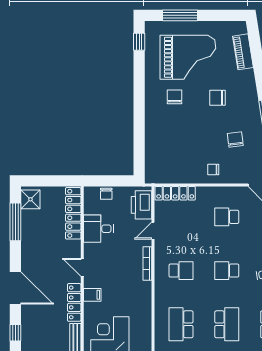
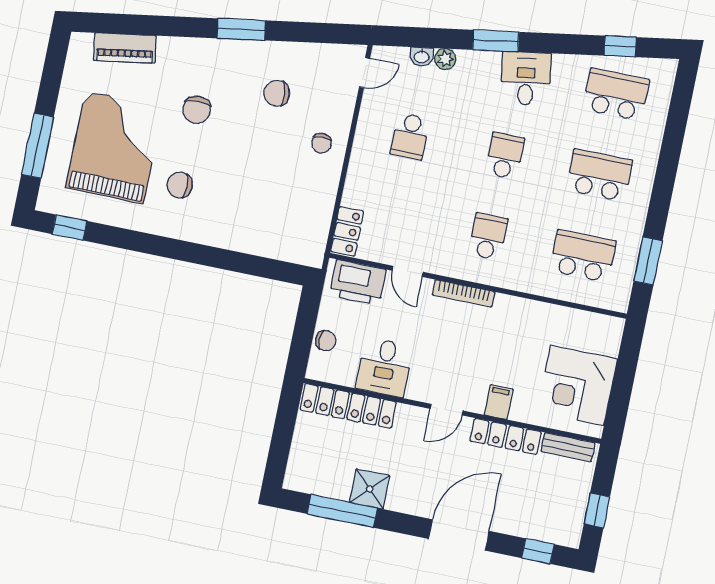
locker: (175, 193) -> (347, 231), width x0.66
shower: (30, 199) -> (370, 489), moved
school desk: (227, 271) -> (505, 156), turned 180
school desk: (181, 324) -> (583, 256), turned 180

